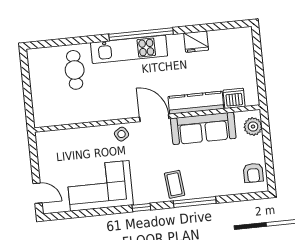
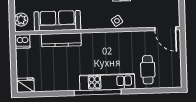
fridge: (196, 42) -> (26, 85), moved
dishwasher: (234, 98) -> (22, 41), moved
door: (154, 118) -> (165, 29), moved

